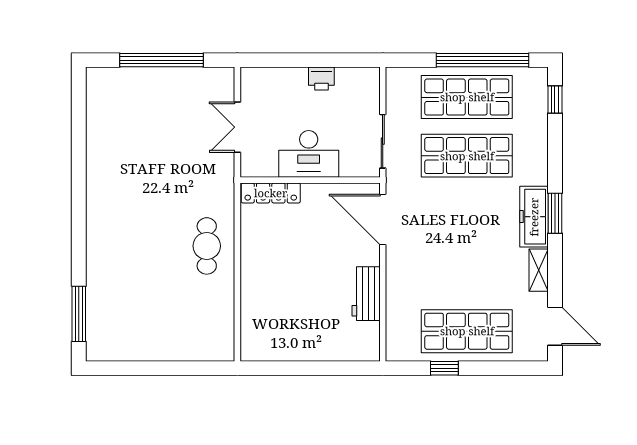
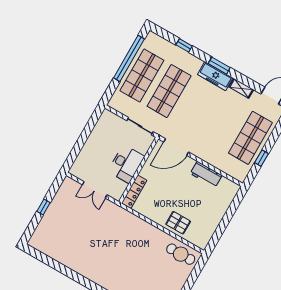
window: (162, 60) -> (44, 207), width x0.32
printer: (321, 78) -> (95, 138), removed
window: (555, 100) -> (184, 45), moved
cafe table: (207, 246) -> (181, 254), moved
pallet: (262, 293) -> (178, 223), added

